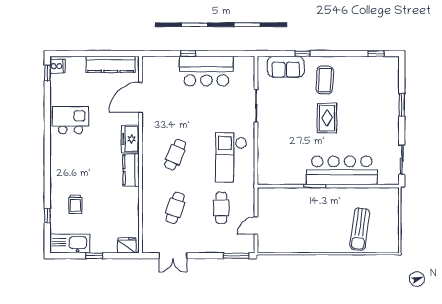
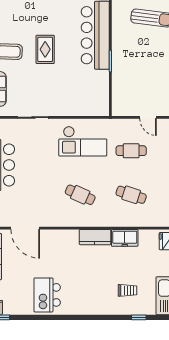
rug: (327, 118) -> (45, 49), turned 90
freezer: (130, 139) -> (125, 238), moved

